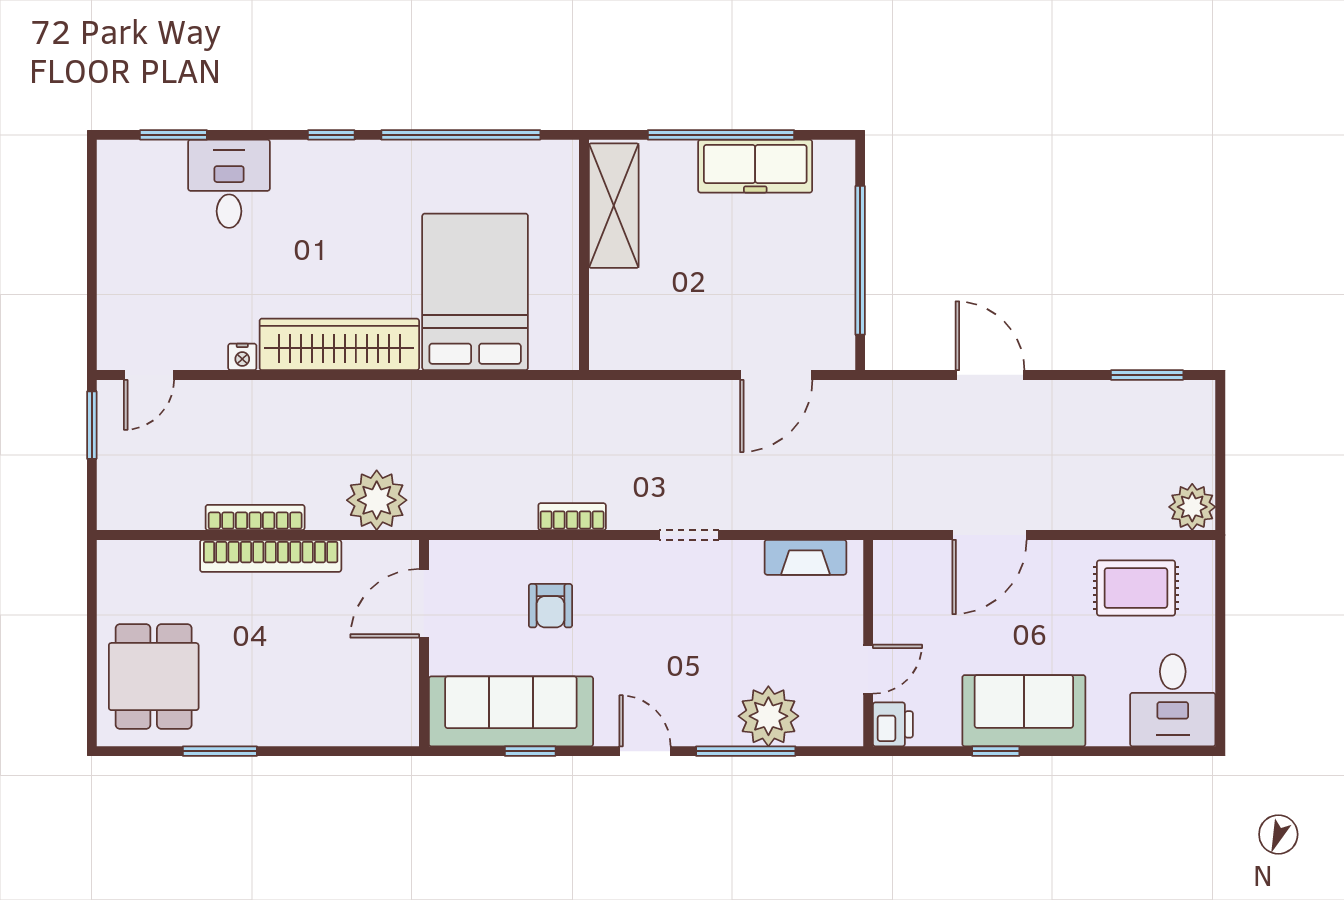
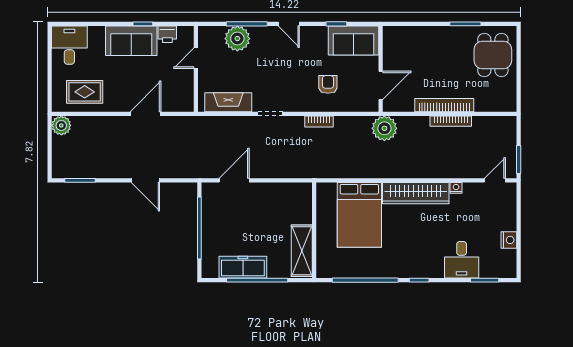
nightstand: (115, 231) -> (509, 240), added
plant: (377, 500) -> (384, 128), moved
fireplace: (805, 557) -> (228, 102), width x1.37, depth x1.32
sofa: (511, 711) -> (353, 41), width x0.73
printer: (893, 724) -> (167, 34), moved, turned -90

